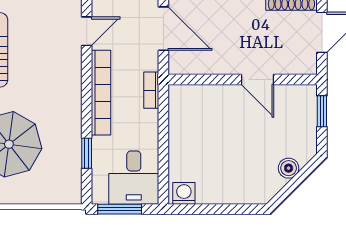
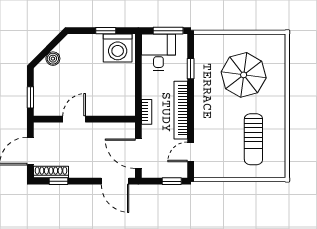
door: (258, 79) -> (74, 119), hinge flipped
washing machine: (184, 193) -> (118, 48), width x1.89, depth x1.89
window: (211, 209) -> (106, 31), added

